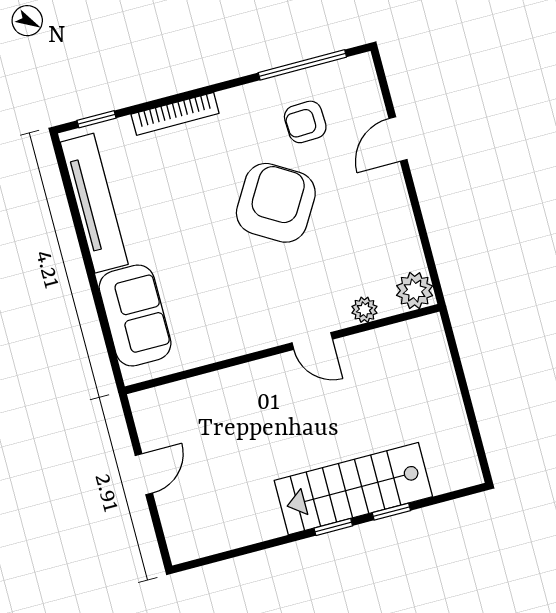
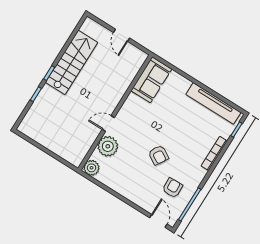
door: (398, 139) -> (158, 221), moved
armchair: (276, 203) -> (158, 155), width x0.53, depth x0.53
plant: (364, 310) -> (108, 146), width x1.88, depth x1.88
sofa: (135, 316) -> (151, 80), moved, turned -90
stairs: (353, 489) -> (71, 62), moved

